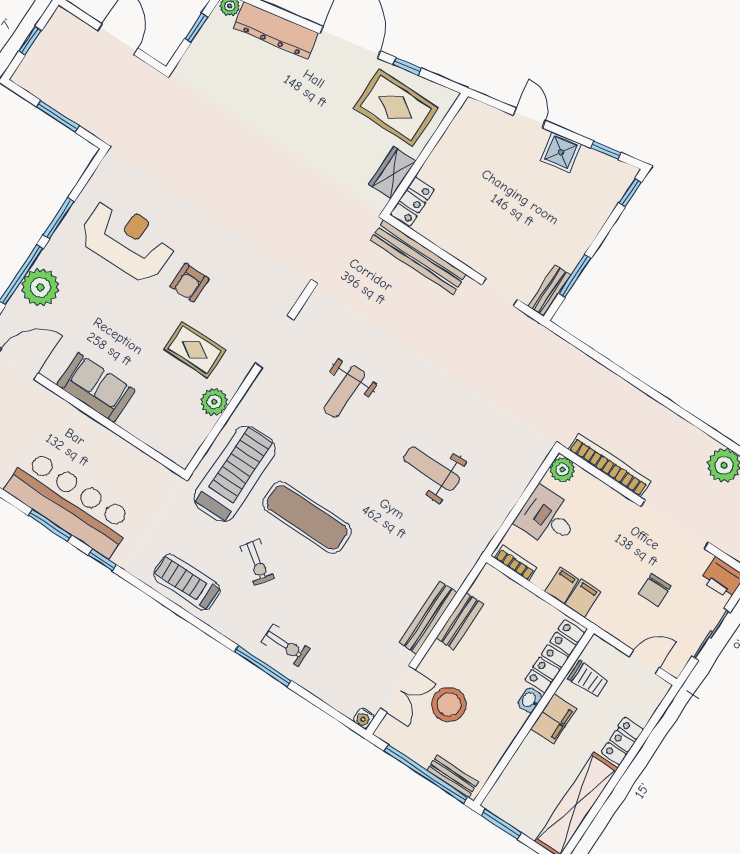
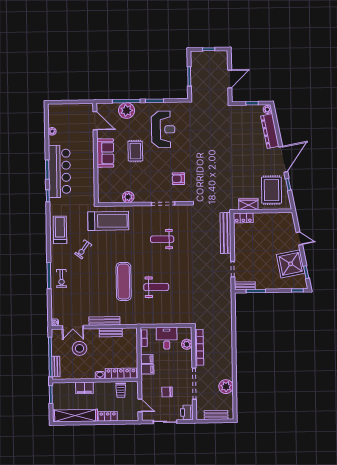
door: (529, 118) -> (299, 238), hinge flipped
shower: (561, 152) -> (291, 264), width x1.86, depth x1.86
armchair: (189, 283) -> (178, 179), moved
rug: (195, 350) -> (135, 151), moved
weight bench: (431, 469) -> (156, 287), turned 90
plant: (562, 470) -> (187, 344), moved
exercise mat: (307, 517) -> (124, 281), moved
filing cabinet: (554, 719) -> (84, 388), moved

